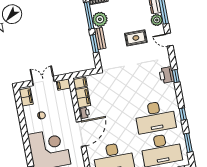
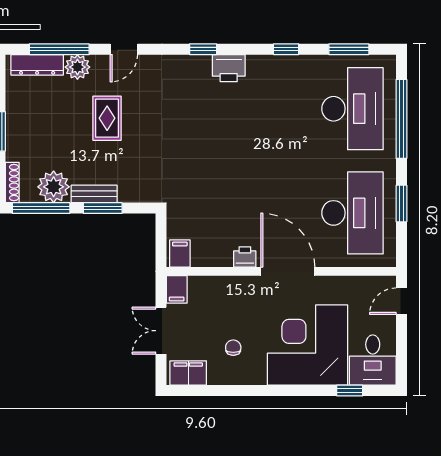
printer: (167, 75) -> (229, 68), moved
filing cabinet: (83, 98) -> (212, 254), removed
desk: (155, 117) -> (281, 109), removed

